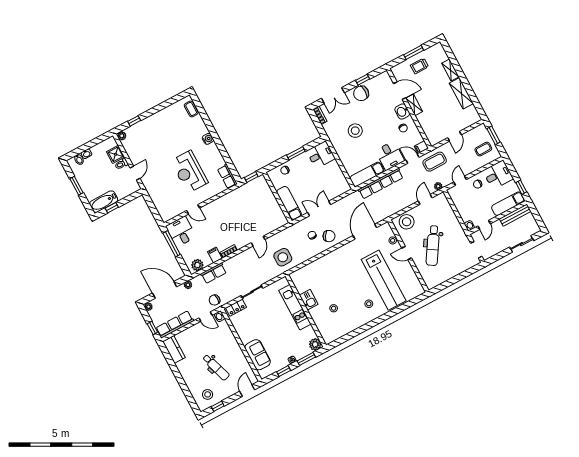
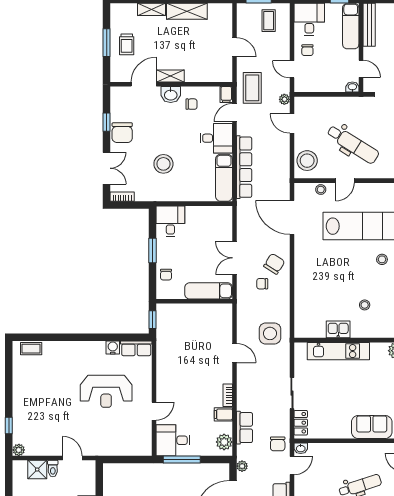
water cooler: (208, 139) -> (113, 348), moved

